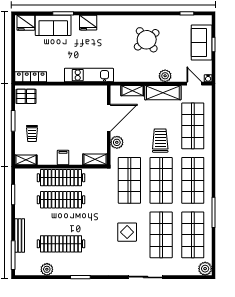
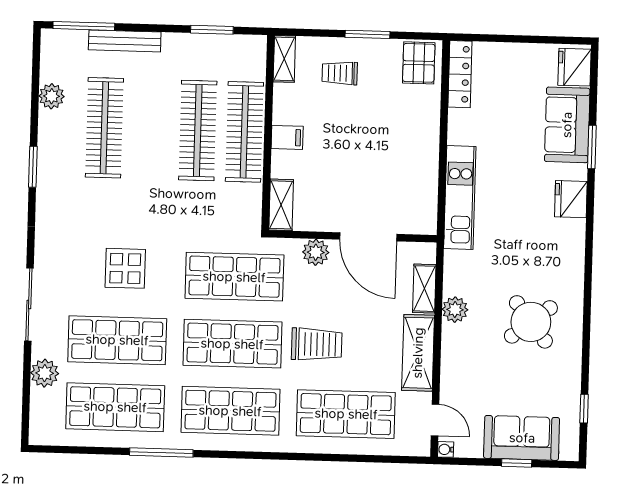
plant: (165, 76) -> (455, 310), moved
door: (194, 84) -> (435, 420), hinge flipped
plant: (205, 269) -> (45, 373), moved

